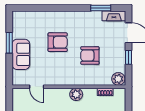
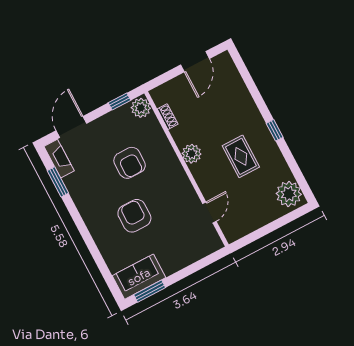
window: (9, 43) -> (150, 291), moved
sofa: (21, 54) -> (139, 277), moved
window: (129, 57) -> (120, 102), moved

